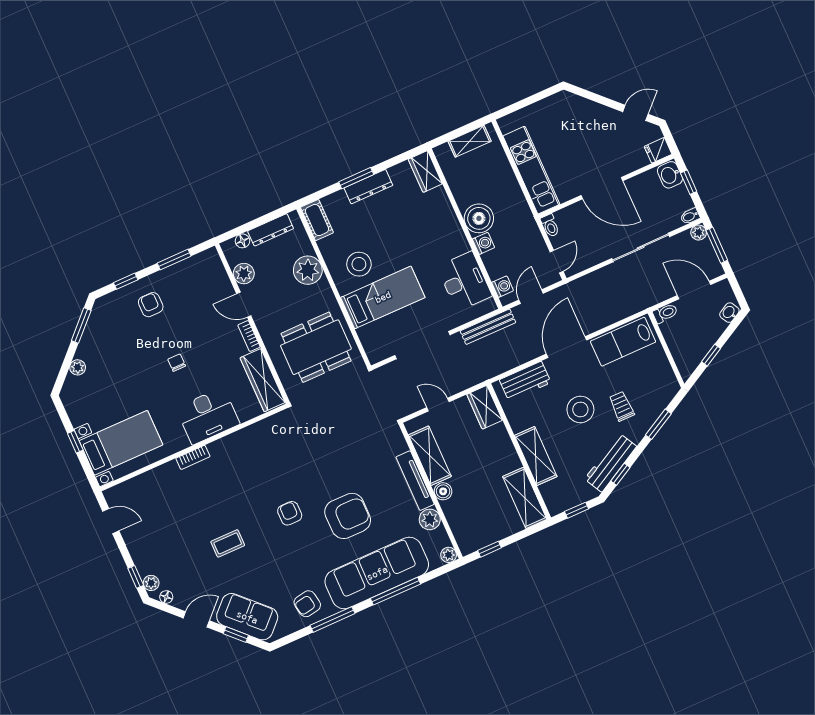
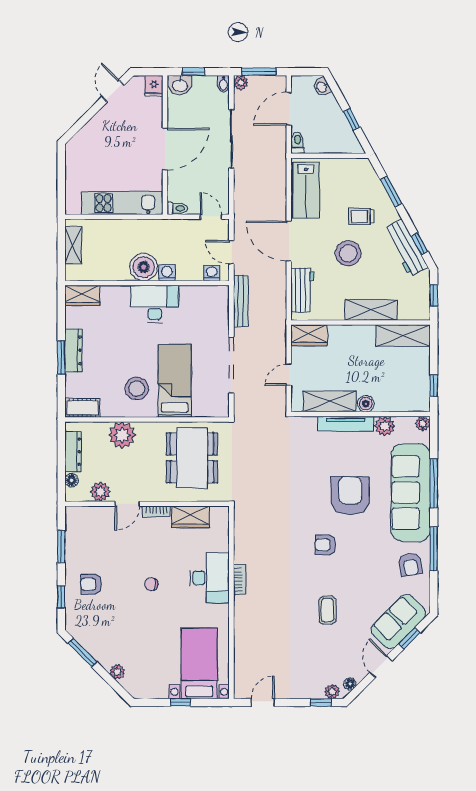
desk: (464, 281) -> (155, 304), moved
wardrobe: (263, 380) -> (190, 517), width x0.67
bookcase: (193, 457) -> (240, 579), moved

